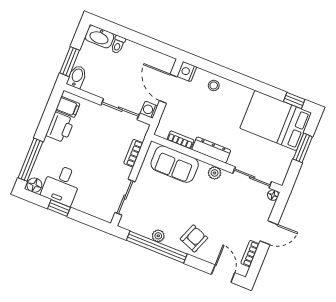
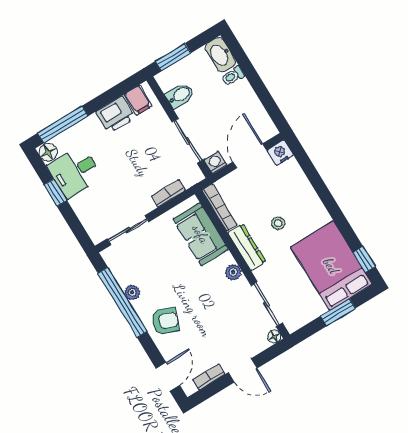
bidet: (77, 77) -> (180, 95), moved
stool: (214, 85) -> (278, 223), moved
bookcase: (180, 140) -> (220, 207), width x1.56

